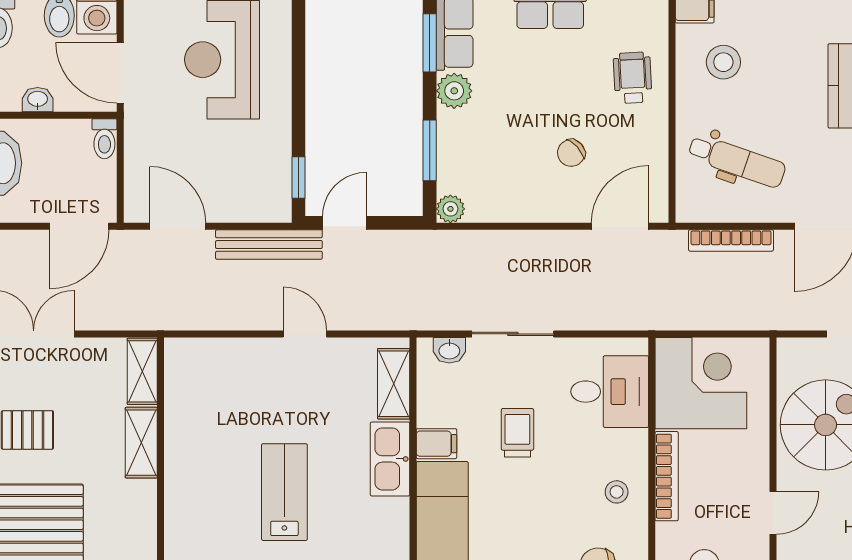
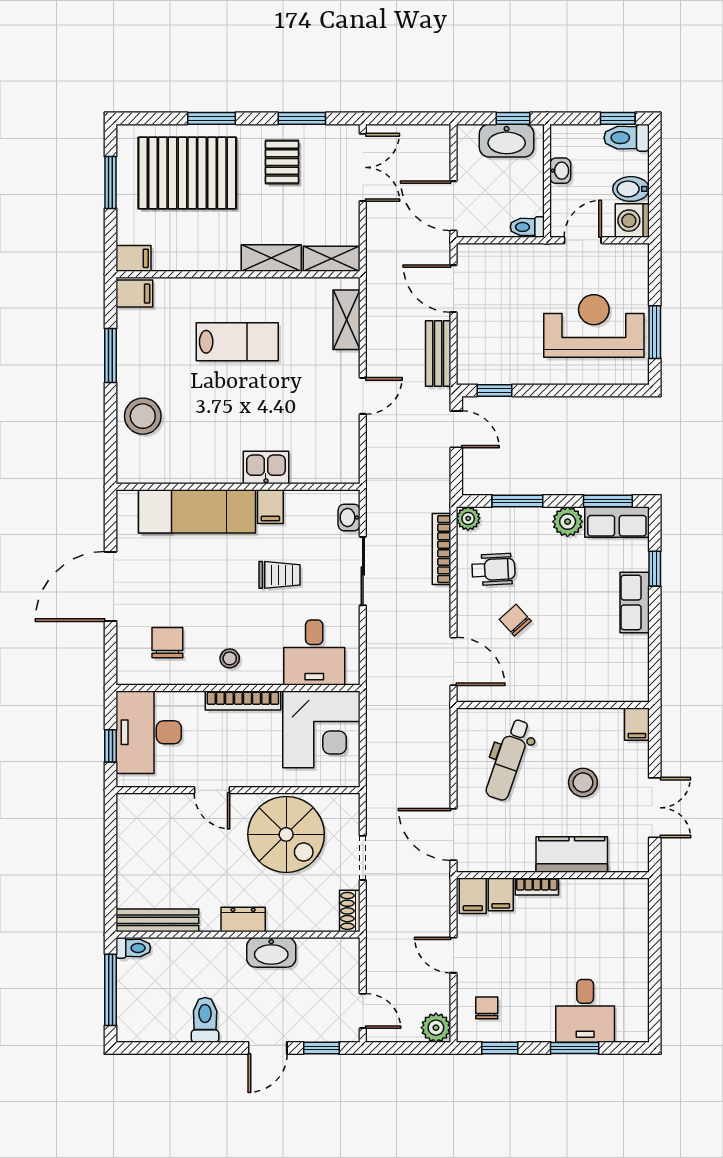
stool: (723, 62) -> (583, 783), moved
door: (120, 73) -> (583, 240), width x0.73
wheelchair: (633, 78) -> (493, 570), moved
door: (178, 226) -> (453, 289), swing flipped
bookcase: (731, 240) -> (442, 549), moved
bench: (269, 245) -> (438, 354), width x0.73
shelving: (394, 384) -> (347, 320), moved, turned 90
kitchen sink: (390, 459) -> (266, 468), width x0.73
lab bench: (284, 492) -> (237, 342), moved

